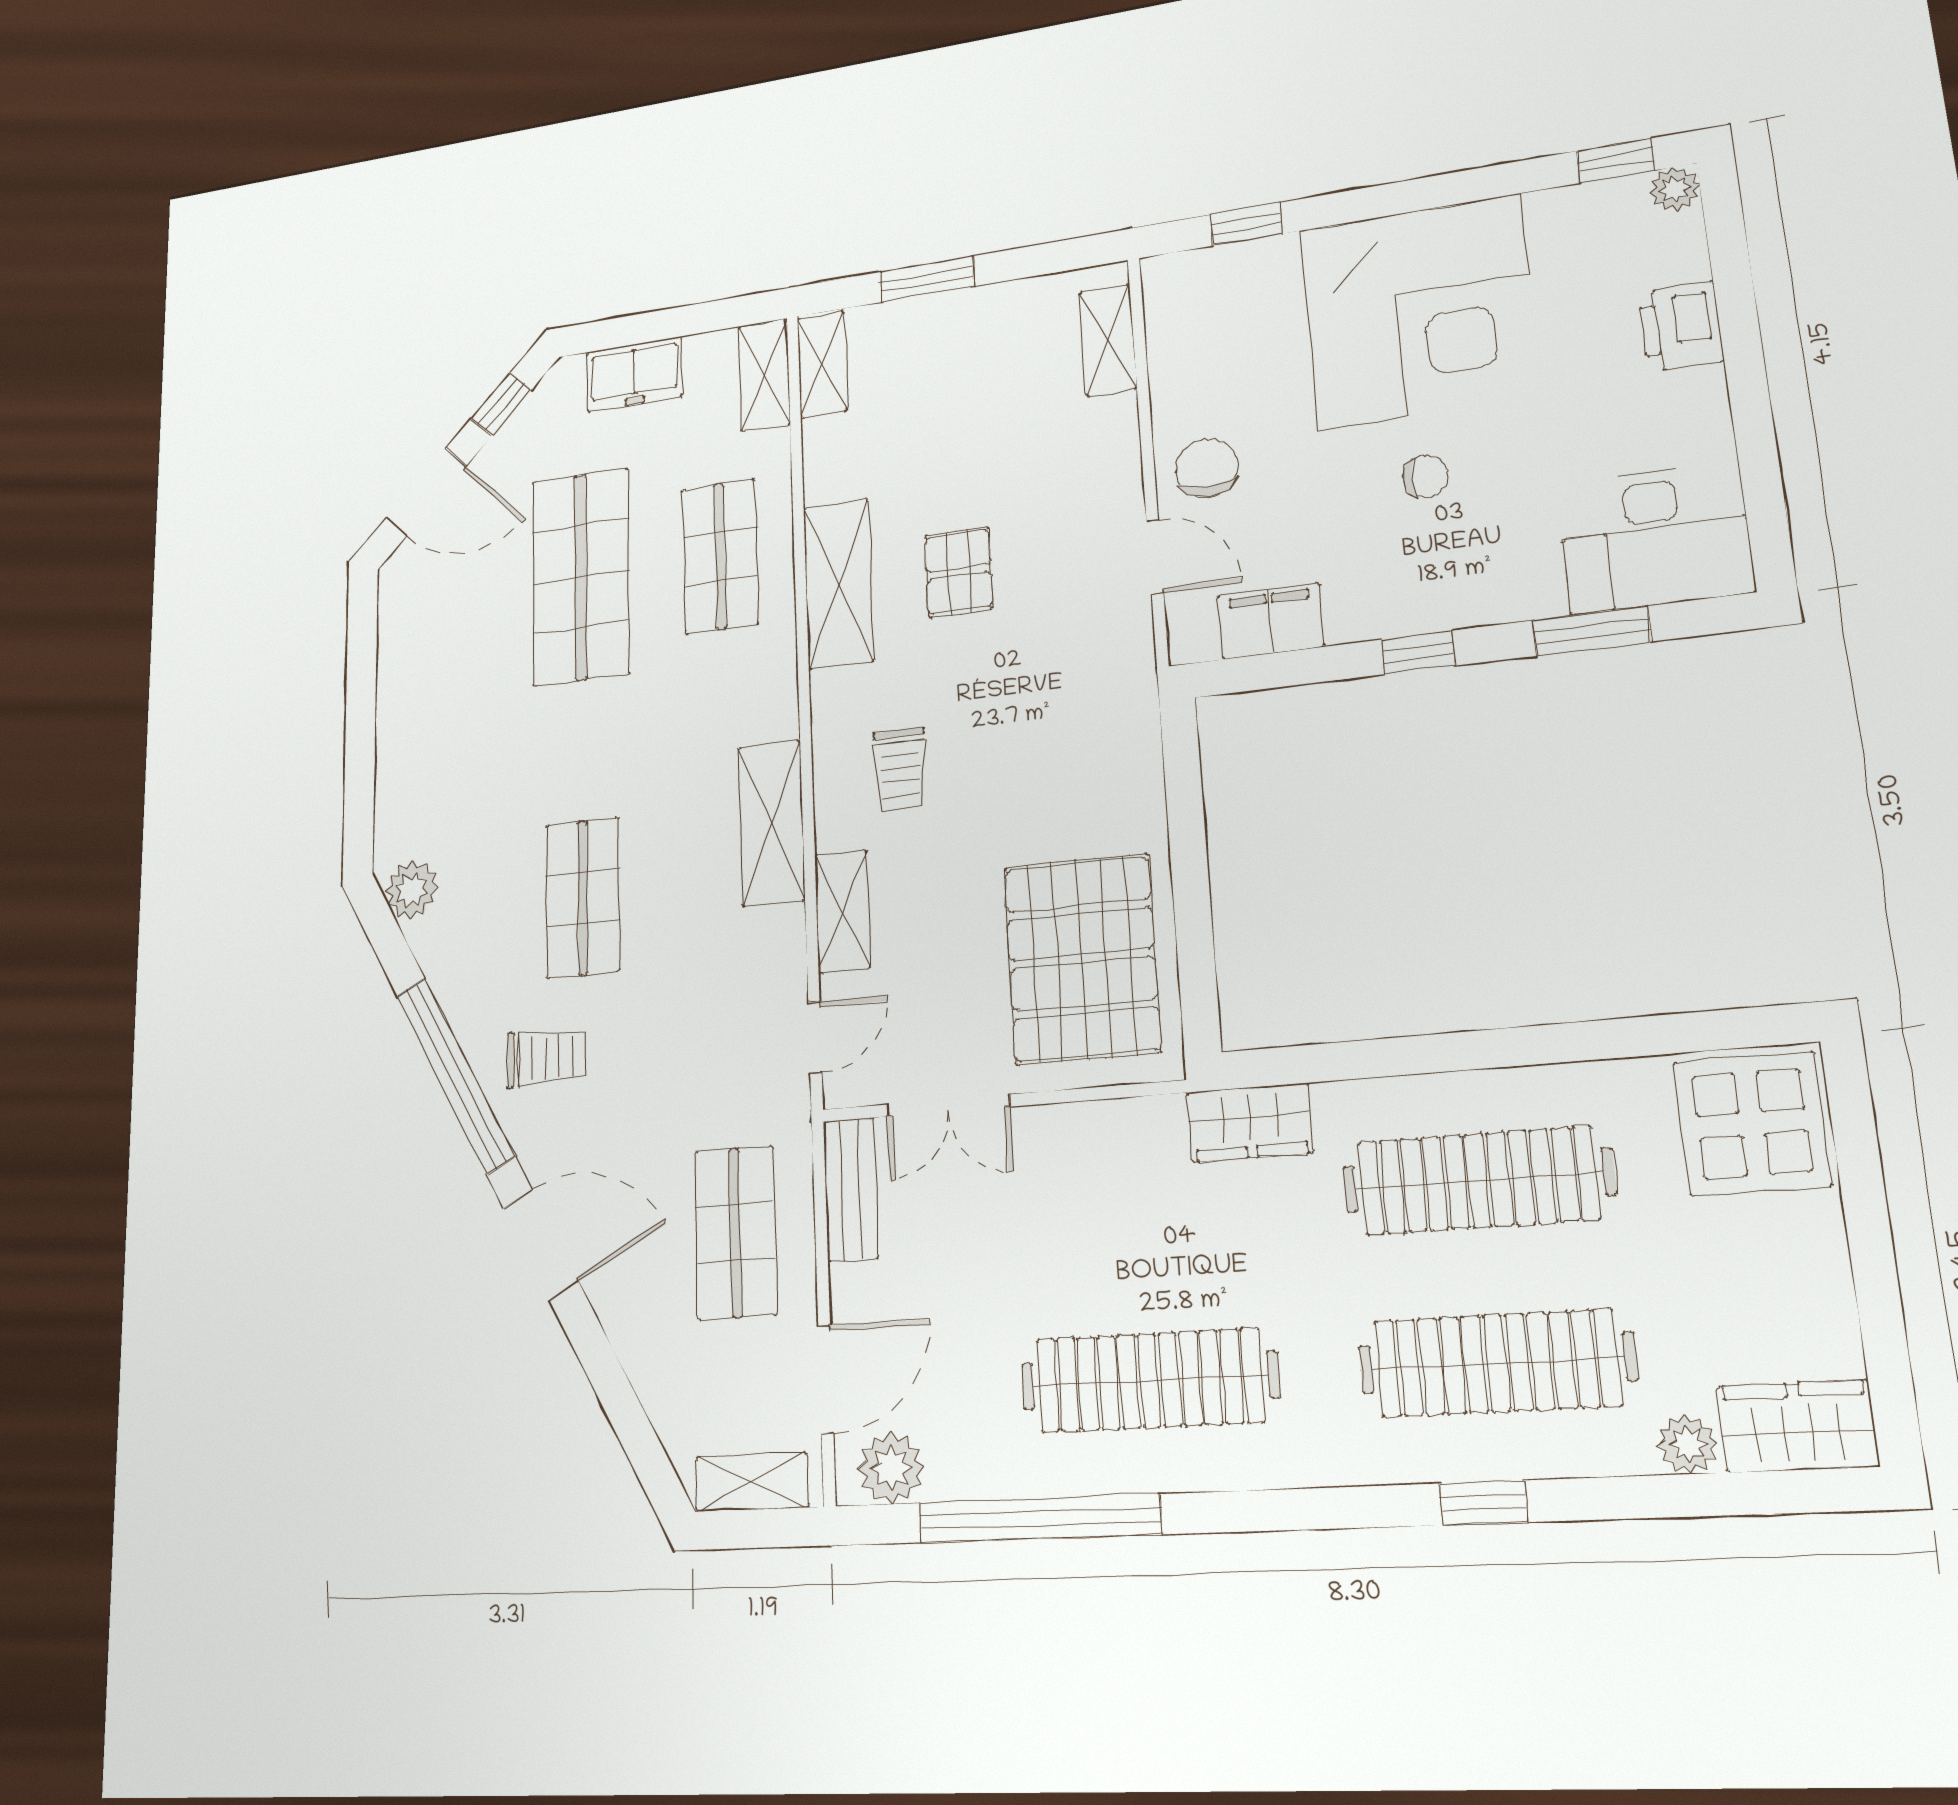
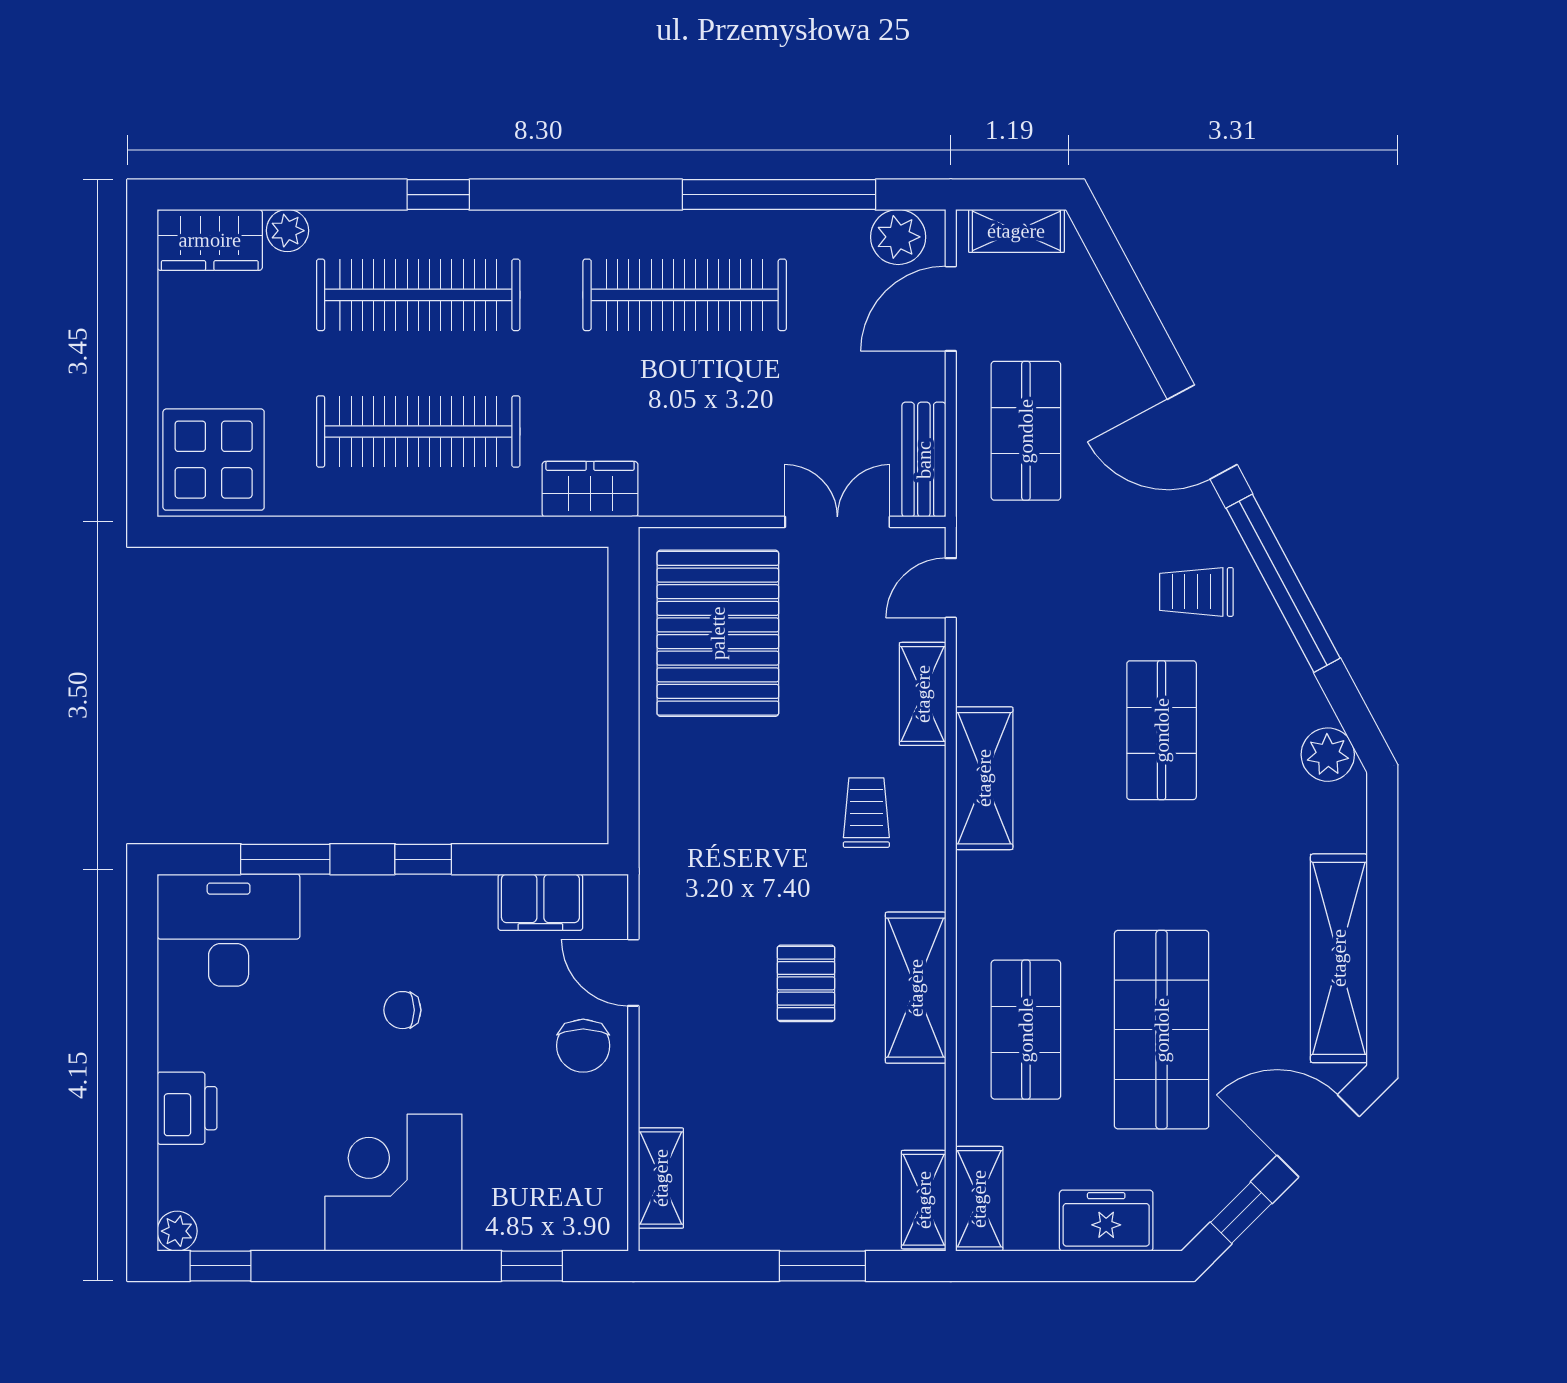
corner desk: (1419, 312) -> (393, 1183), width x0.74, depth x0.74
shelving: (404, 675) -> (1339, 958), added

